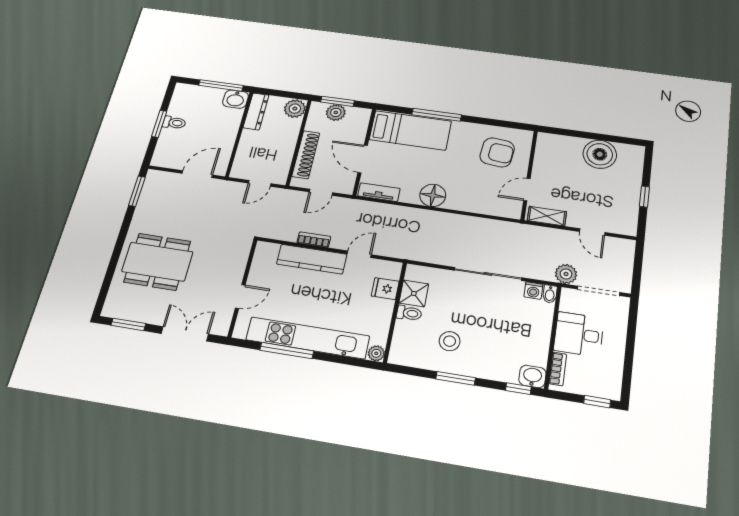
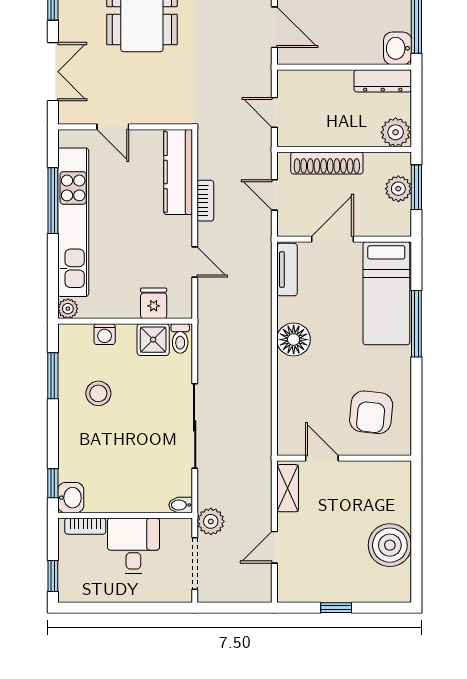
kitchen counter: (312, 259) -> (178, 172), moved
washing machine: (533, 291) -> (105, 334), moved, turned -90
toilet: (409, 313) -> (180, 339), moved
window: (456, 378) -> (53, 376), moved

